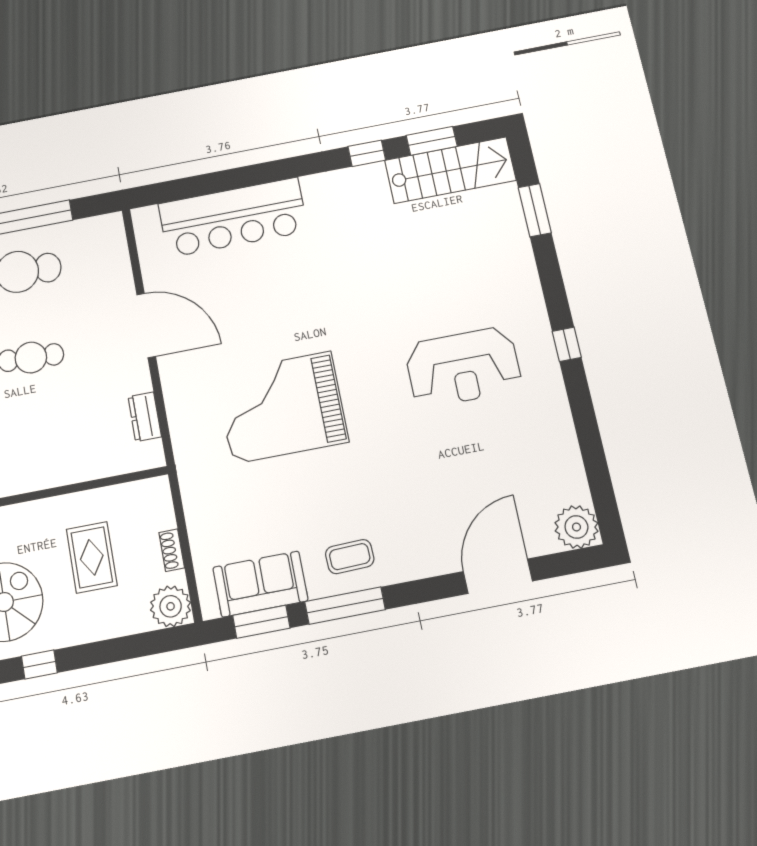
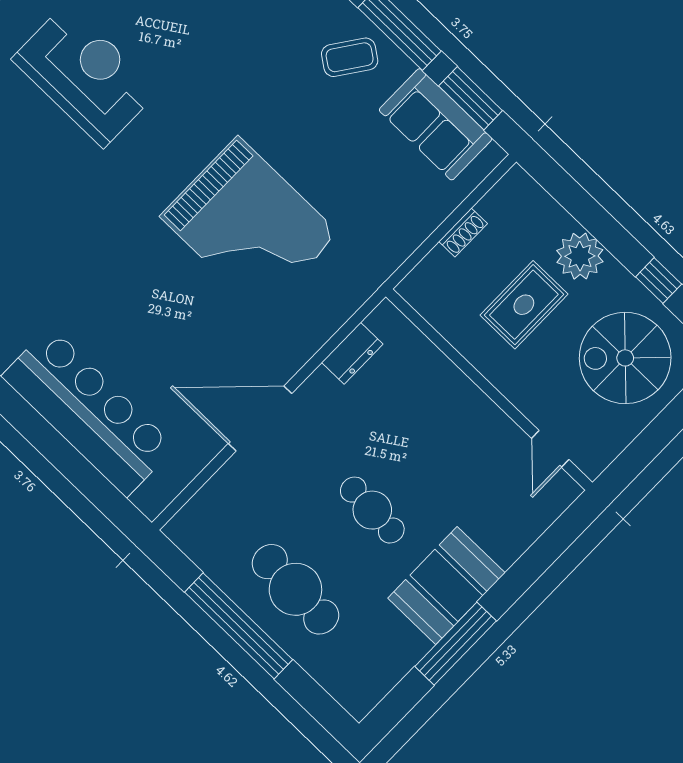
door: (146, 325) -> (260, 419), hinge flipped
coffee table: (350, 557) -> (350, 57), turned -53
plant: (171, 606) -> (580, 256), moved

